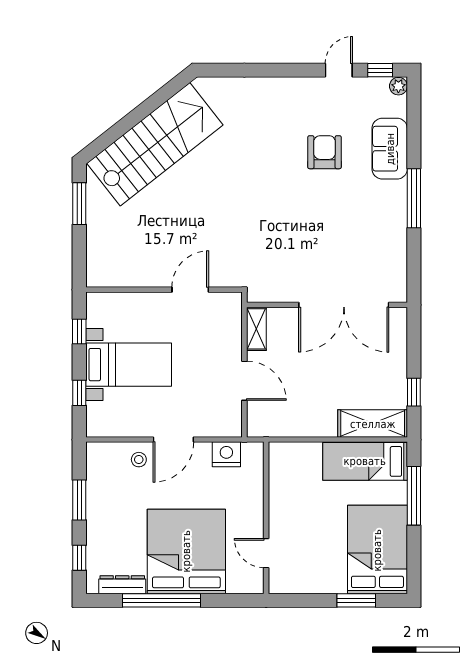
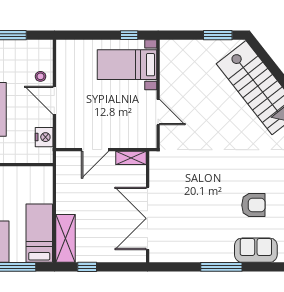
bed with nightstands: (129, 365) -> (127, 65), moved, turned 90
window: (79, 393) -> (87, 35), removed

